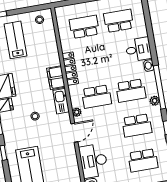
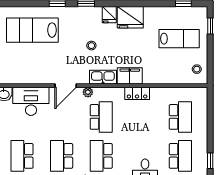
locker: (70, 69) -> (137, 93), width x0.66
school desk: (96, 97) -> (101, 117), turned 180
door: (74, 133) -> (66, 86), hinge flipped

